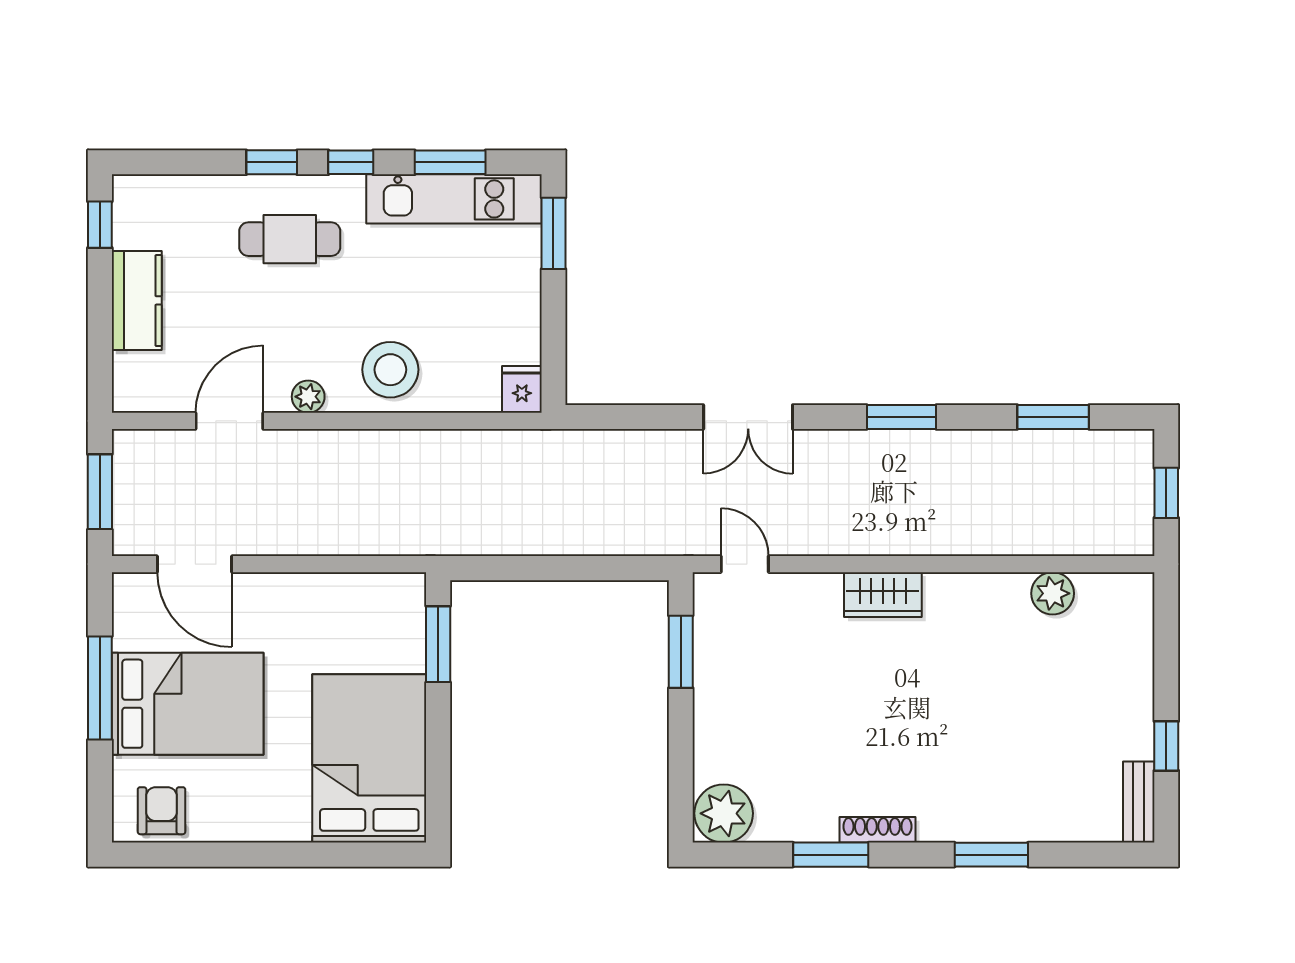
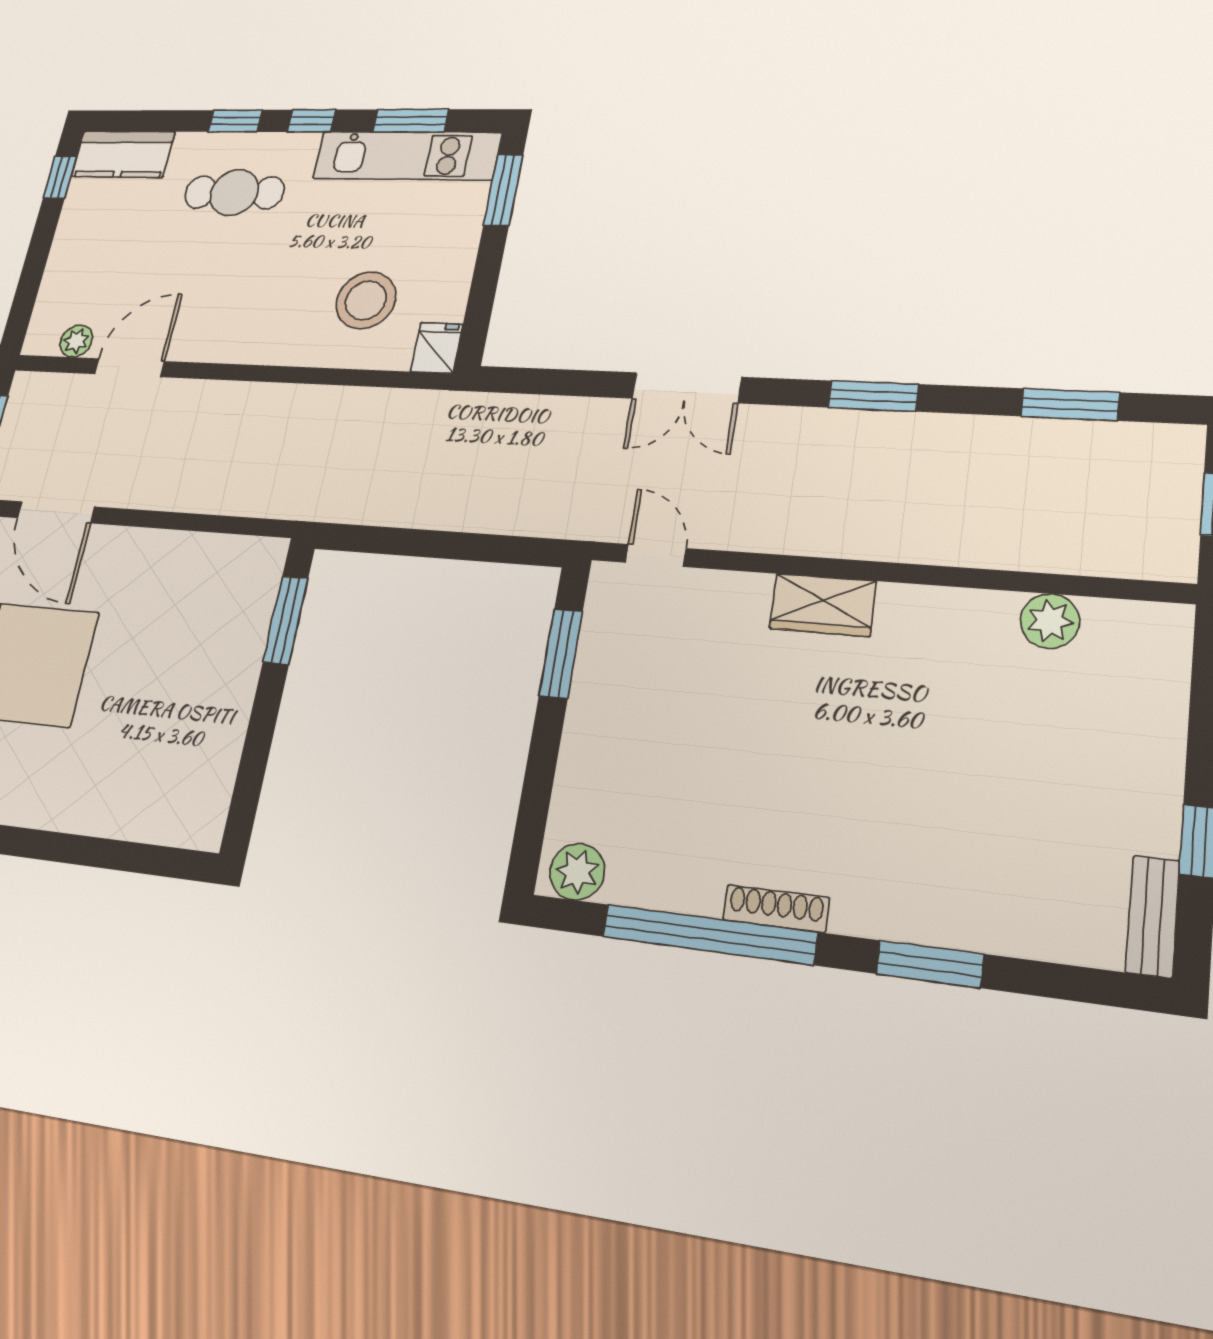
kitchen counter: (137, 300) -> (123, 154), moved, turned 90
stool: (390, 370) -> (366, 300), moved
plant: (308, 397) -> (76, 341), moved
bed: (369, 758) -> (180, 745), removed
plant: (724, 813) -> (577, 872), width x0.73, depth x0.73
window: (831, 855) -> (709, 934), width x2.11

